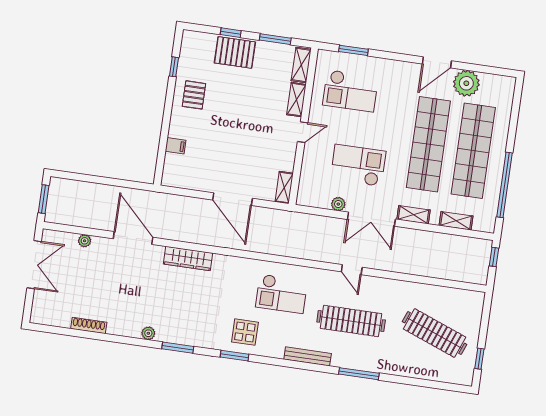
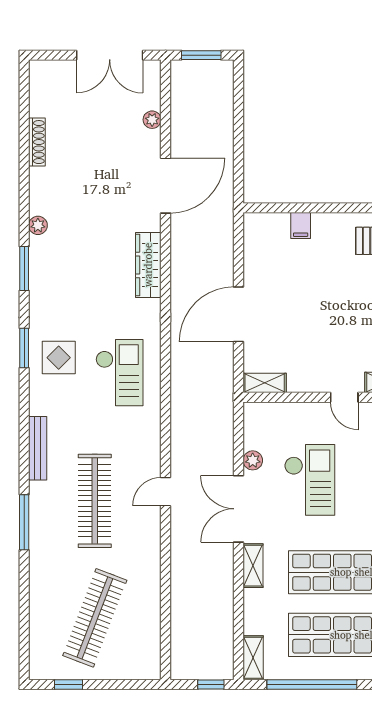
shelving: (456, 221) -> (253, 658), moved
checkout: (282, 294) -> (119, 373), moved, turned 180

